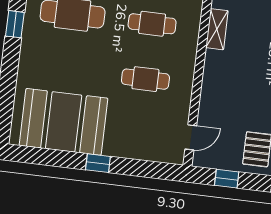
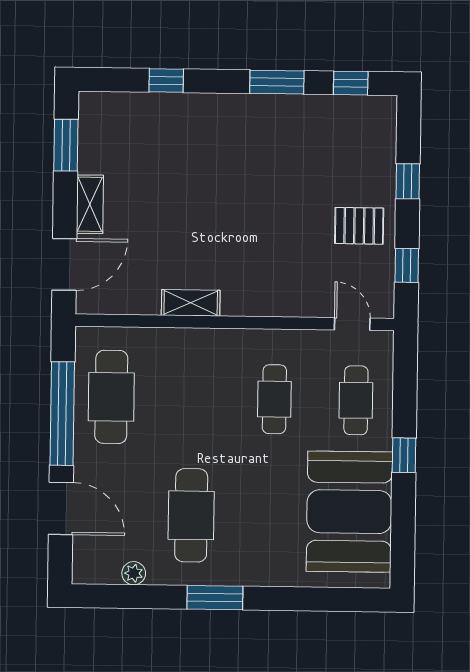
window: (15, 24) -> (215, 598), width x1.50
cafe table: (152, 24) -> (356, 400), moved

